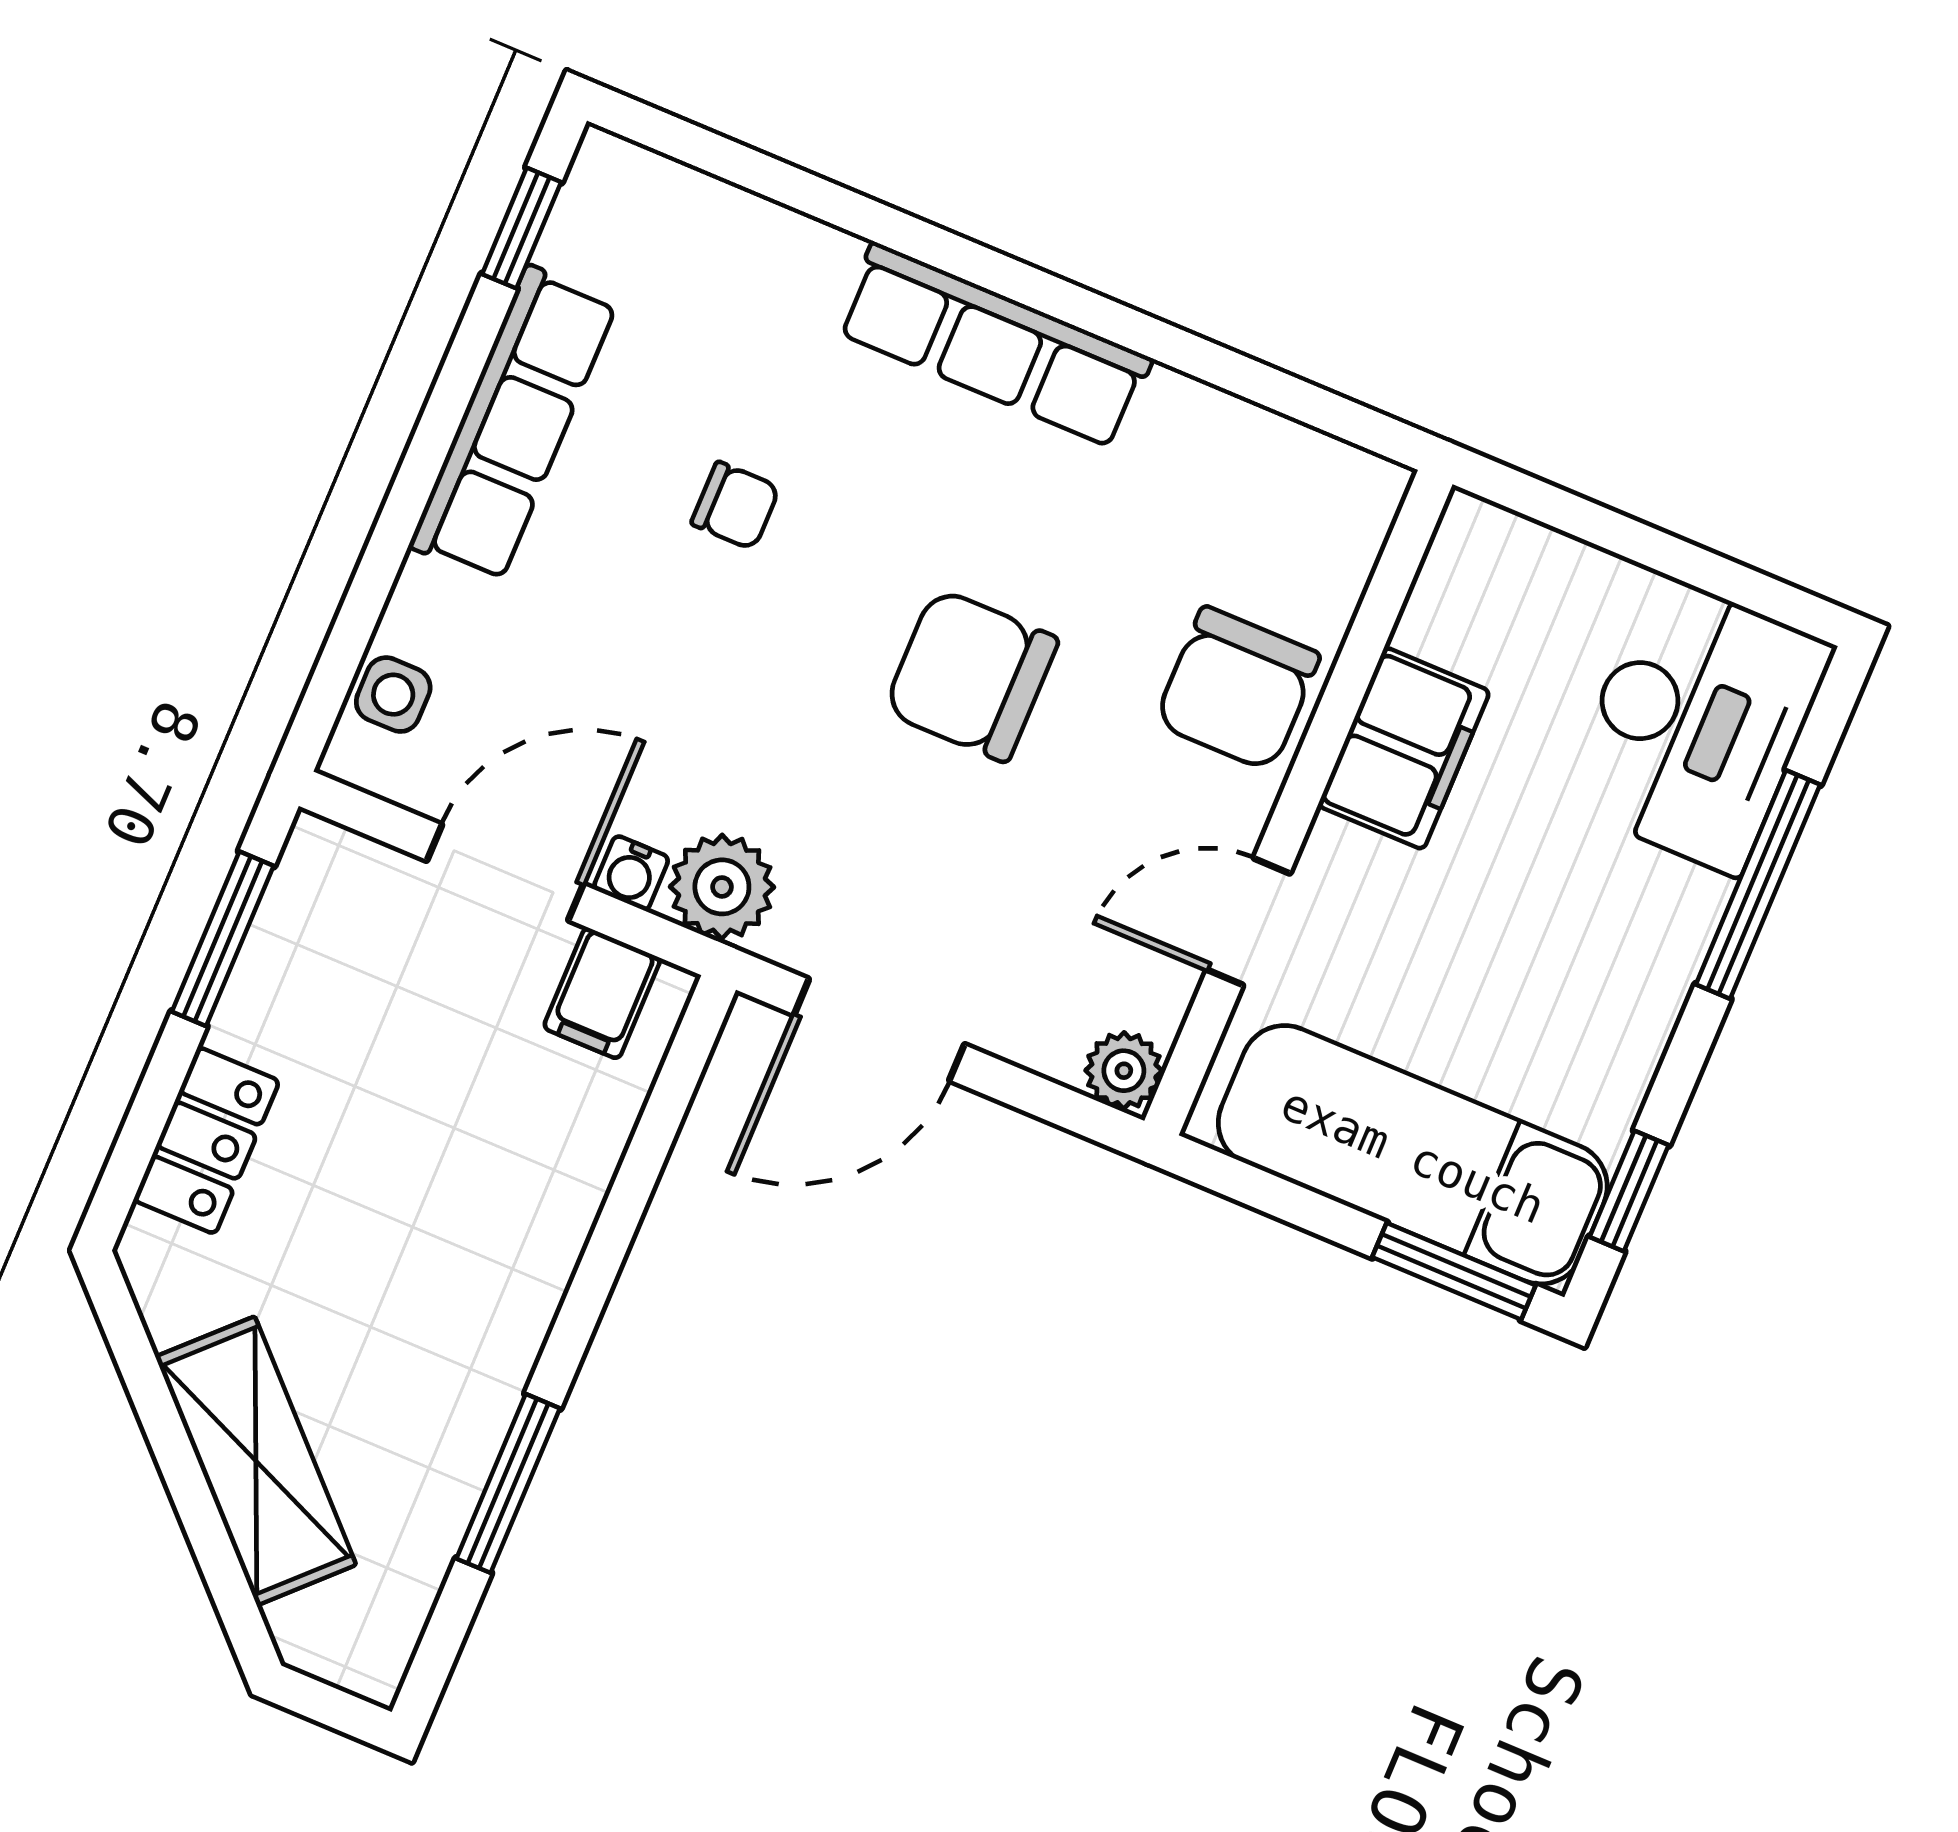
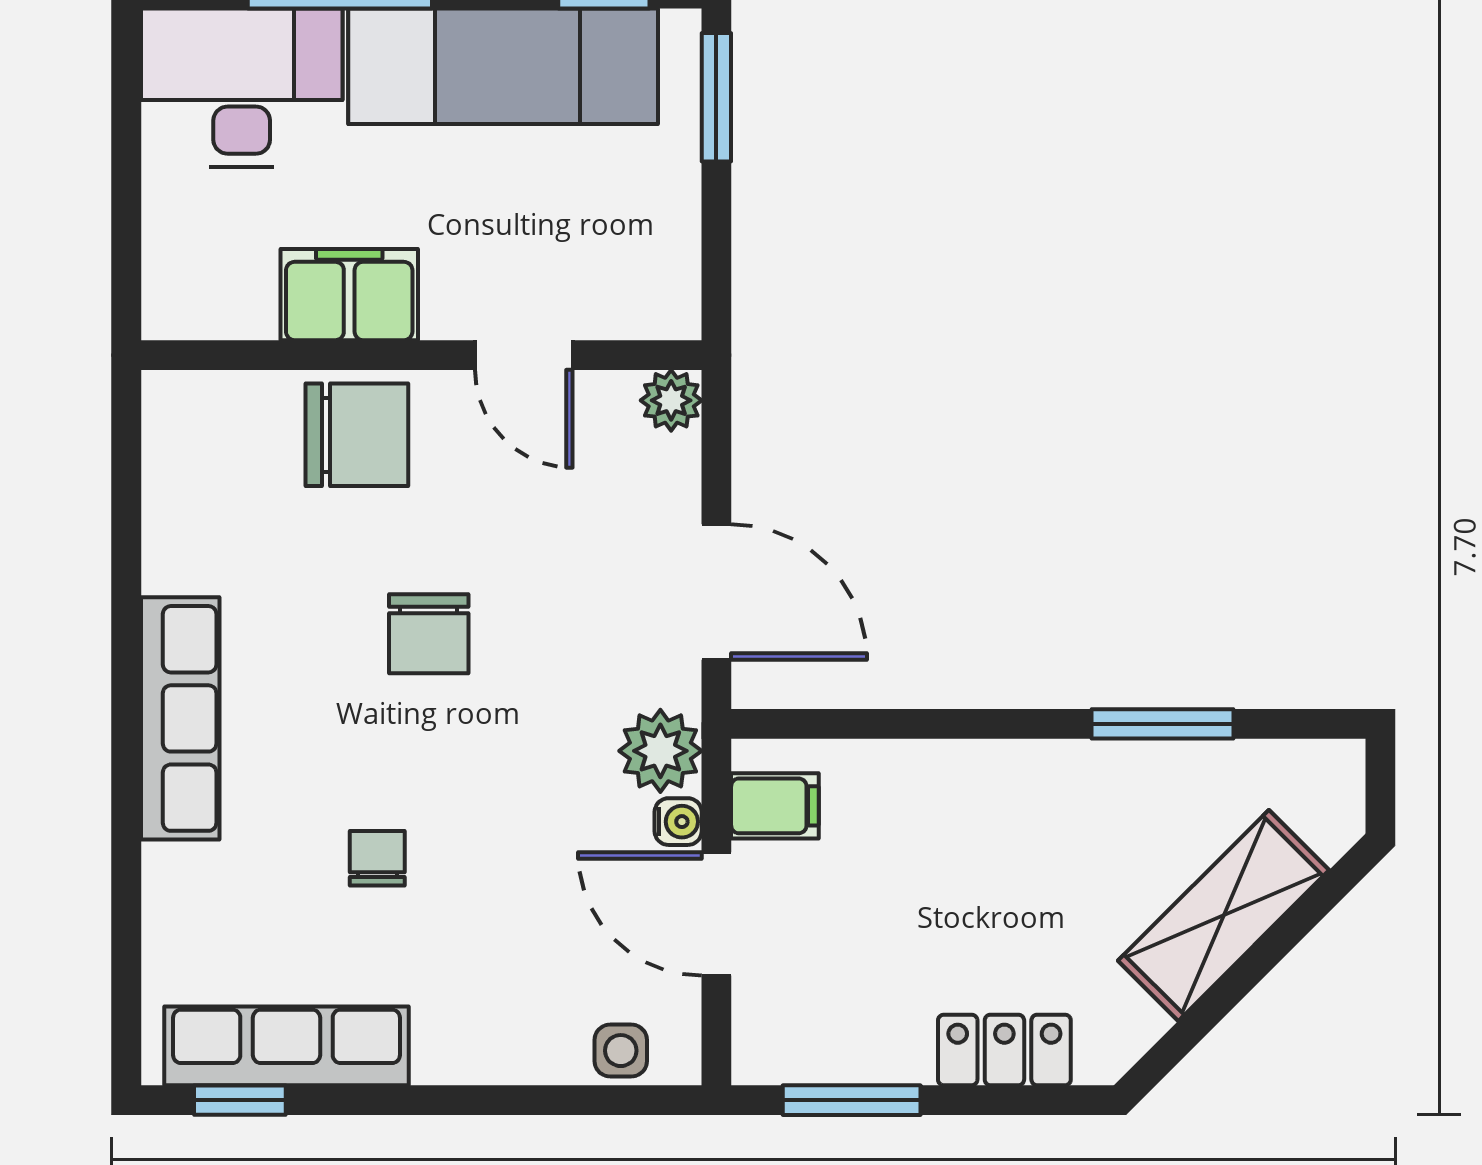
row of seats: (513, 424) -> (286, 1046), moved
chair: (971, 675) -> (429, 634), width x0.73, depth x0.73
exam couch: (1413, 1155) -> (503, 66), moved, turned -90

